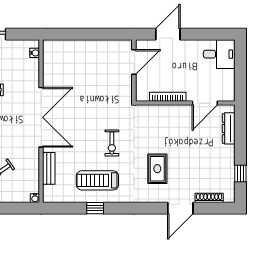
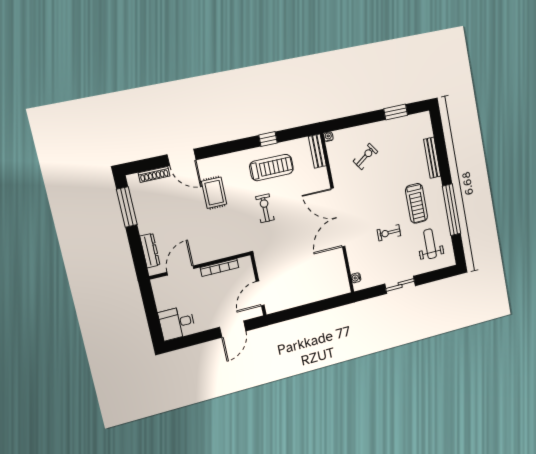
bench: (49, 168) -> (317, 151), moved
window: (240, 173) -> (127, 207), width x2.17
door: (180, 208) -> (182, 157), swing flipped

